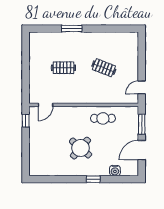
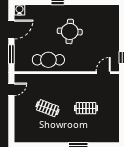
cafe table: (103, 118) -> (48, 60), width x1.37, depth x1.35
round table: (81, 148) -> (70, 31), turned -37
water cooler: (115, 171) -> (20, 10), moved

